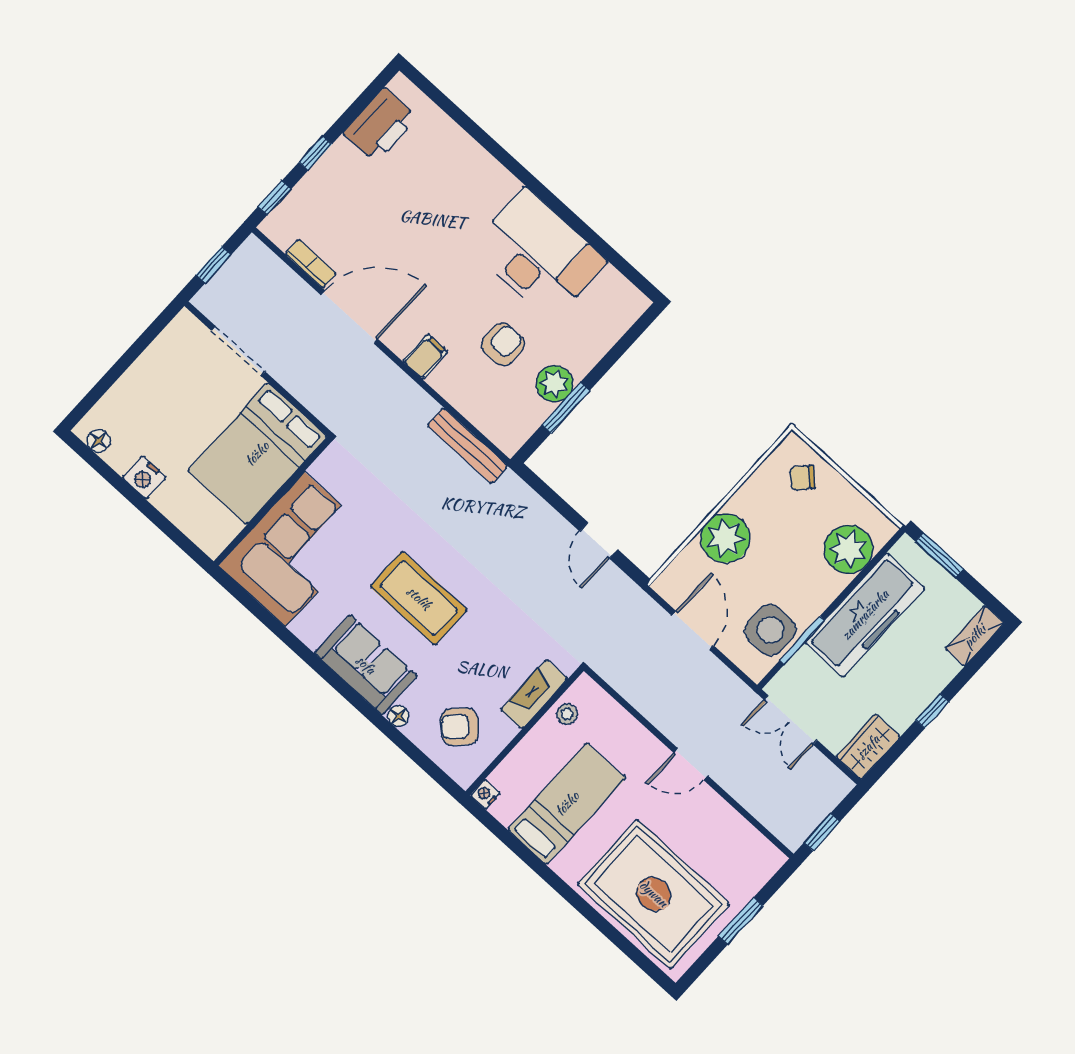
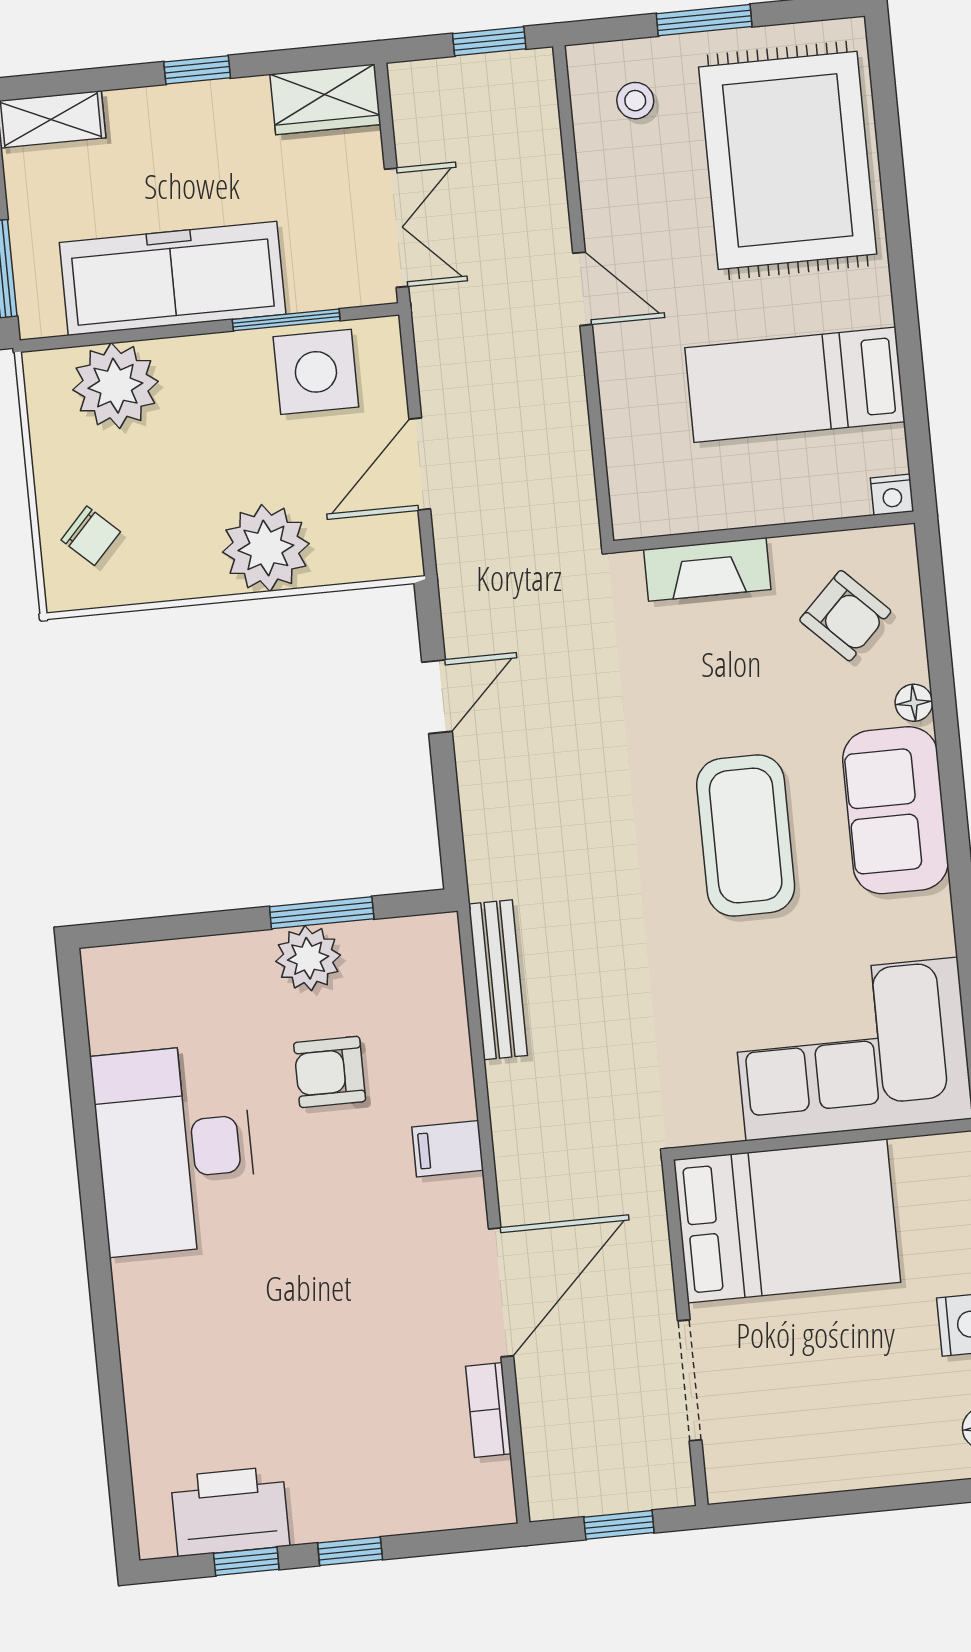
window: (275, 198) -> (246, 1561), moved
door: (349, 317) -> (501, 1292), swing flipped
stool: (567, 714) -> (635, 101), moved

